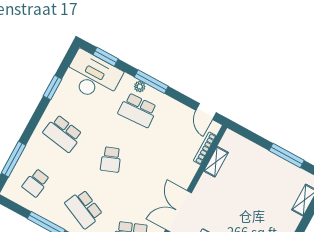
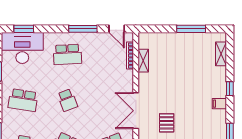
window: (151, 82) -> (83, 29), moved
plant: (140, 87) -> (60, 37), removed

